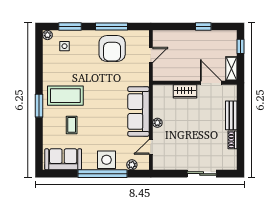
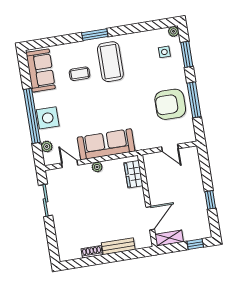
wardrobe: (185, 91) -> (133, 174), moved
sliding door: (202, 174) -> (46, 200), moved

